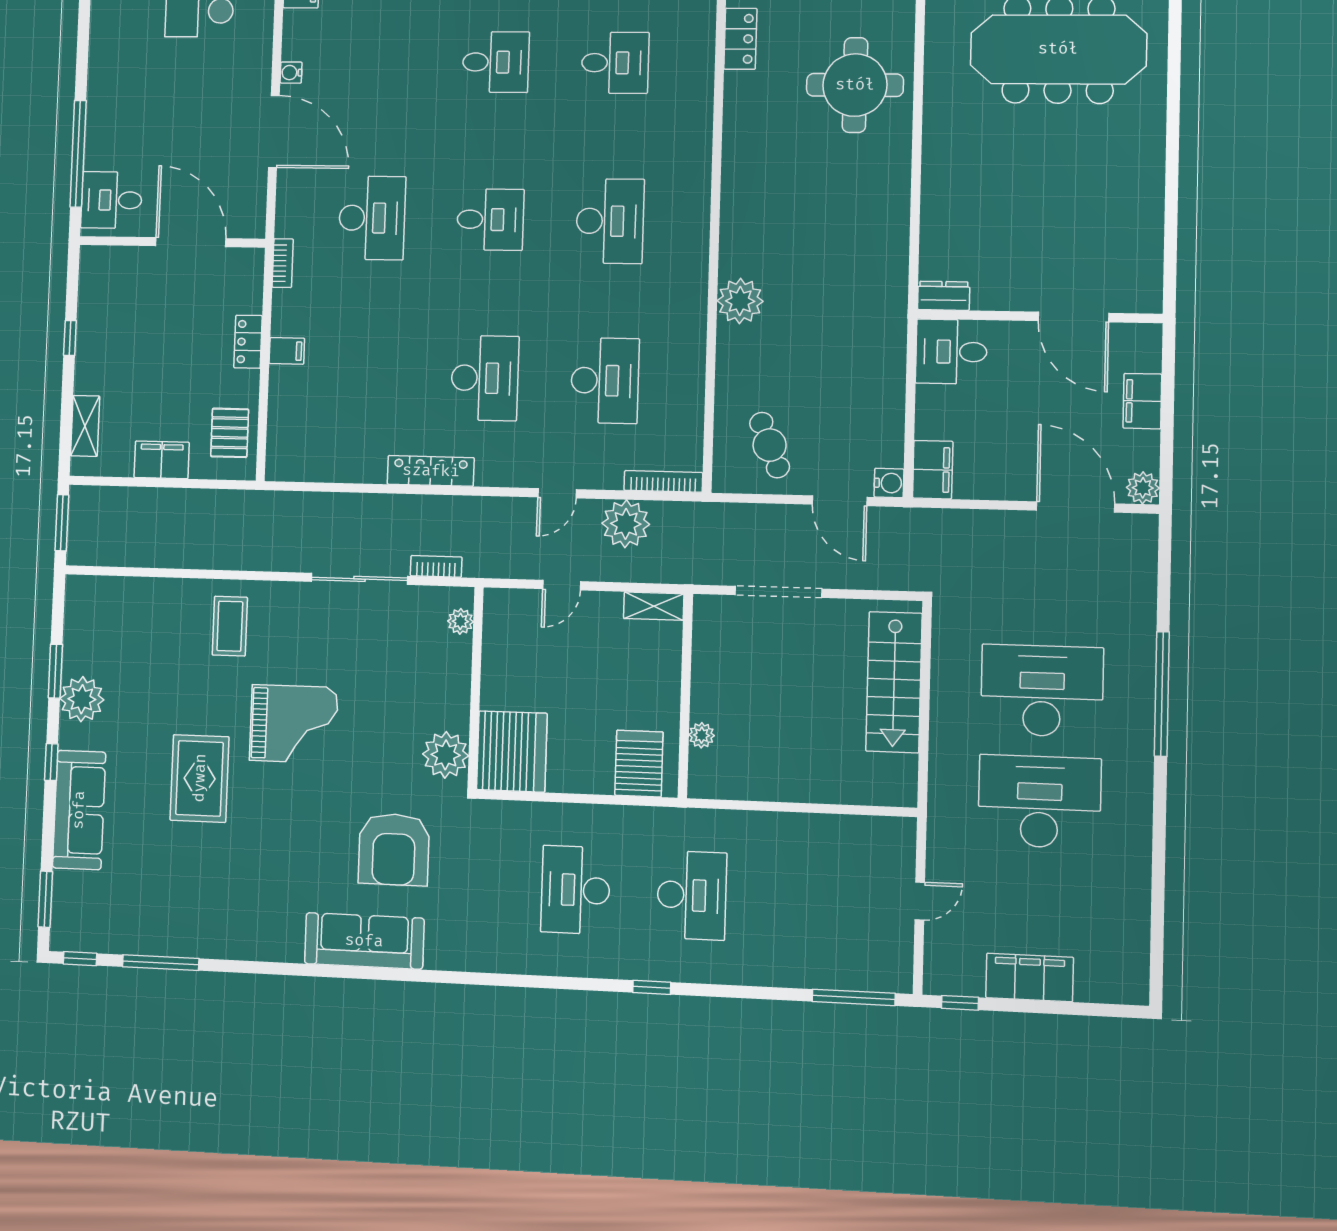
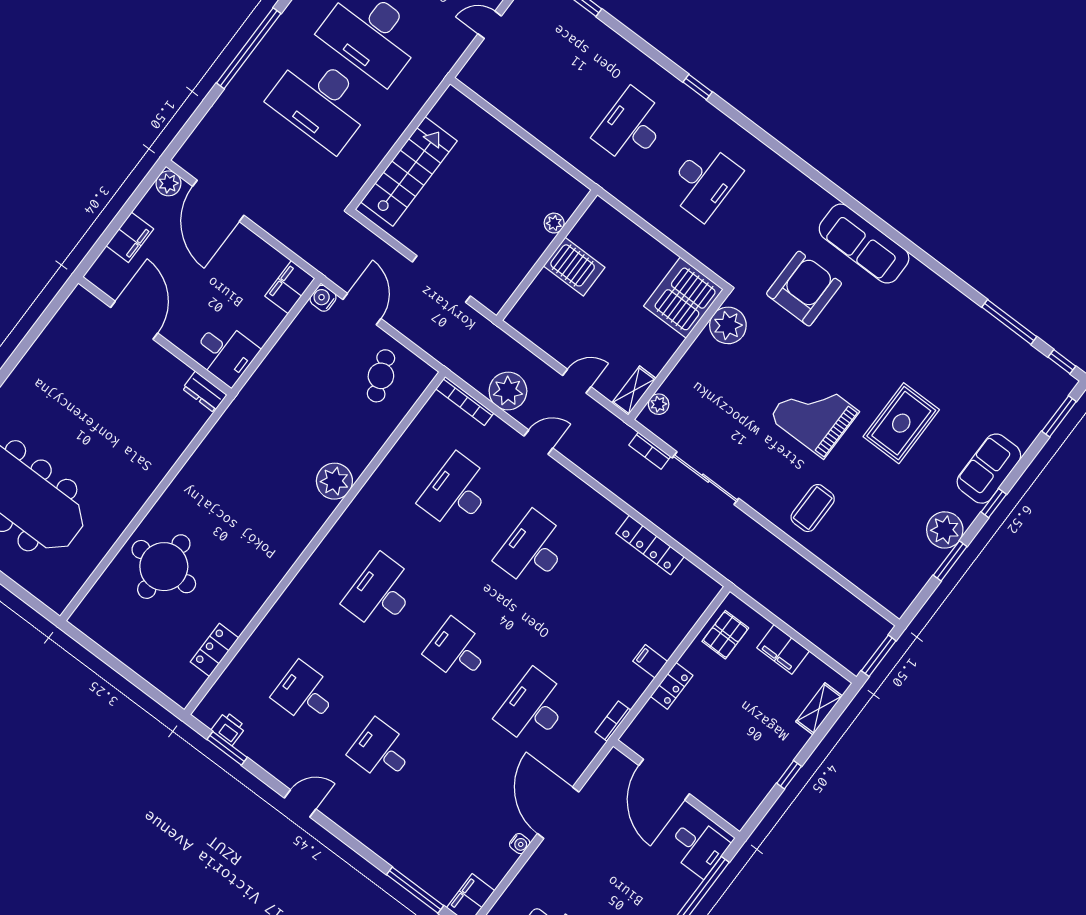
locker: (431, 471) -> (650, 545), moved
shelving: (654, 606) -> (634, 391), moved, turned 90
server rack: (639, 764) -> (574, 267), moved, turned -90
sofa: (79, 810) -> (989, 469), width x0.73

